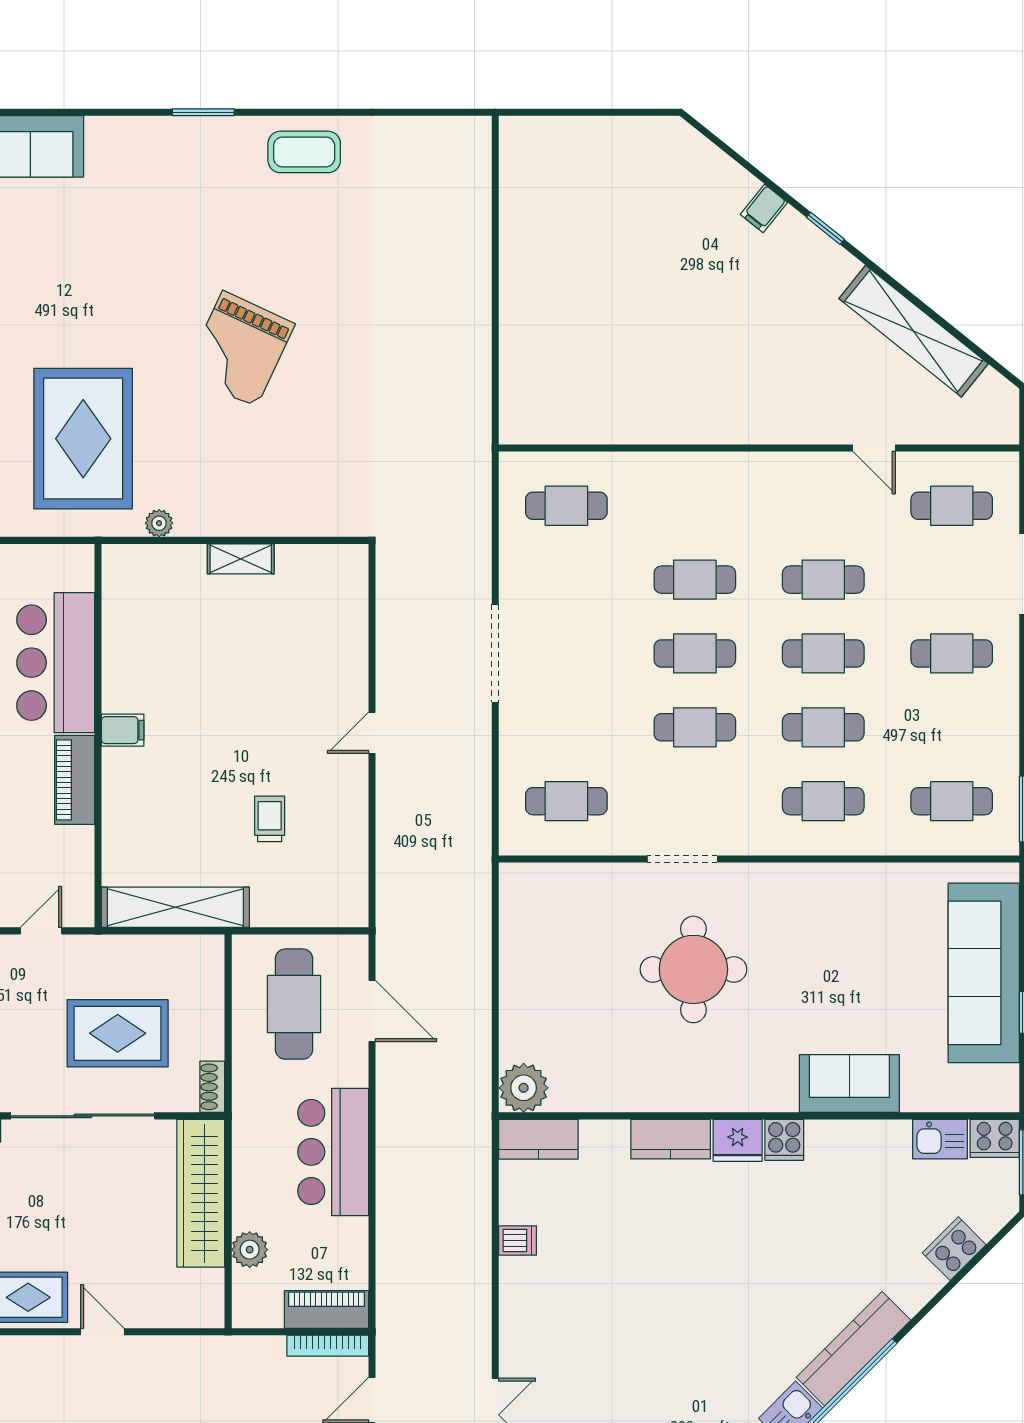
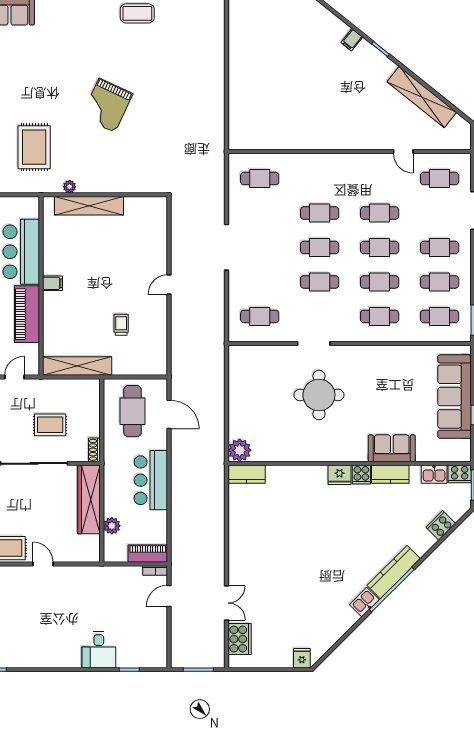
rug: (83, 439) -> (34, 147), width x0.73, depth x0.69
shelving: (241, 559) -> (89, 206), width x2.20, depth x1.33
cafe table: (952, 727) -> (440, 282), added
piano: (75, 780) -> (27, 314), width x1.37, depth x1.33
rug: (118, 1033) -> (50, 425), width x0.73, depth x0.70
kitchen counter: (671, 1139) -> (390, 474), moved
dishwasher: (518, 1240) -> (237, 522), removed
bookcase: (328, 1346) -> (155, 571), width x0.64

